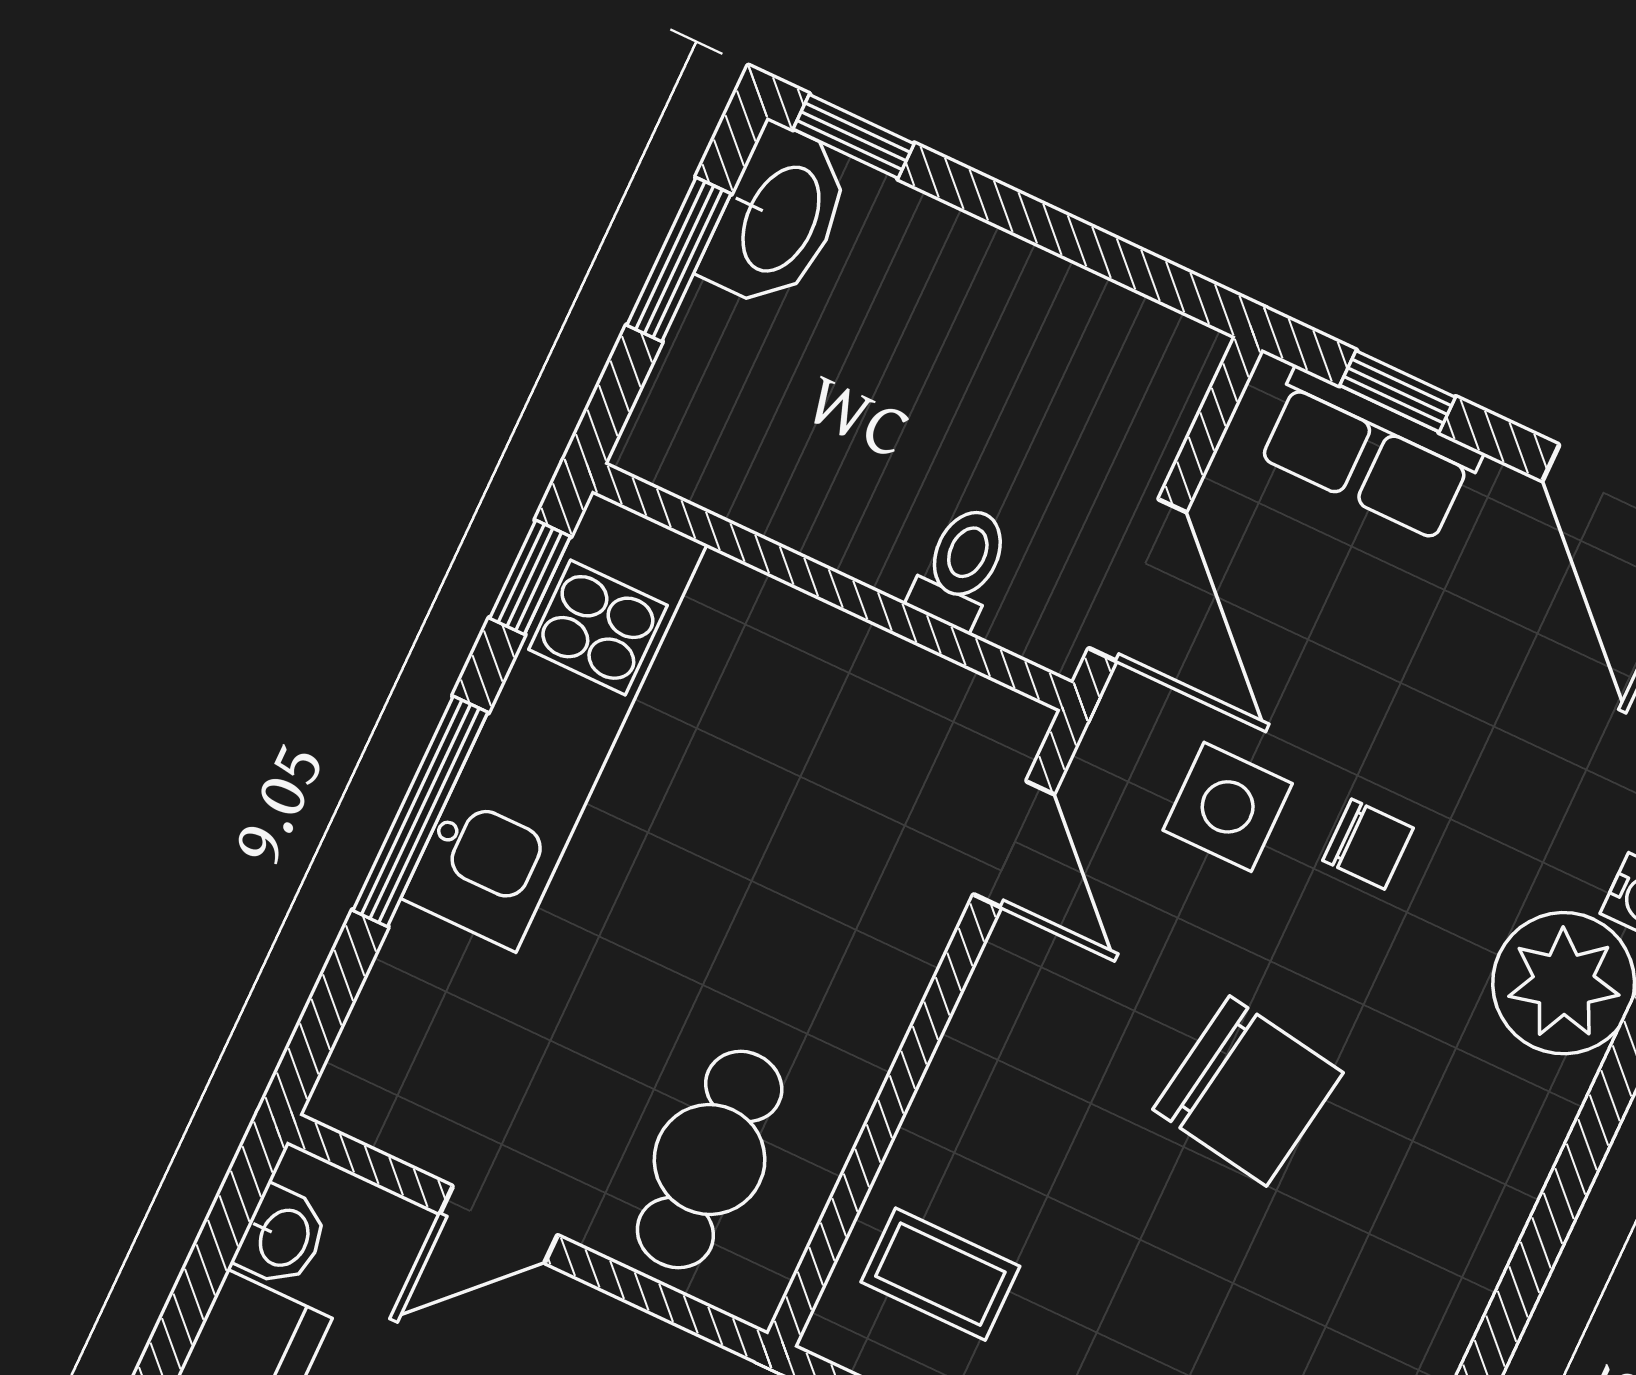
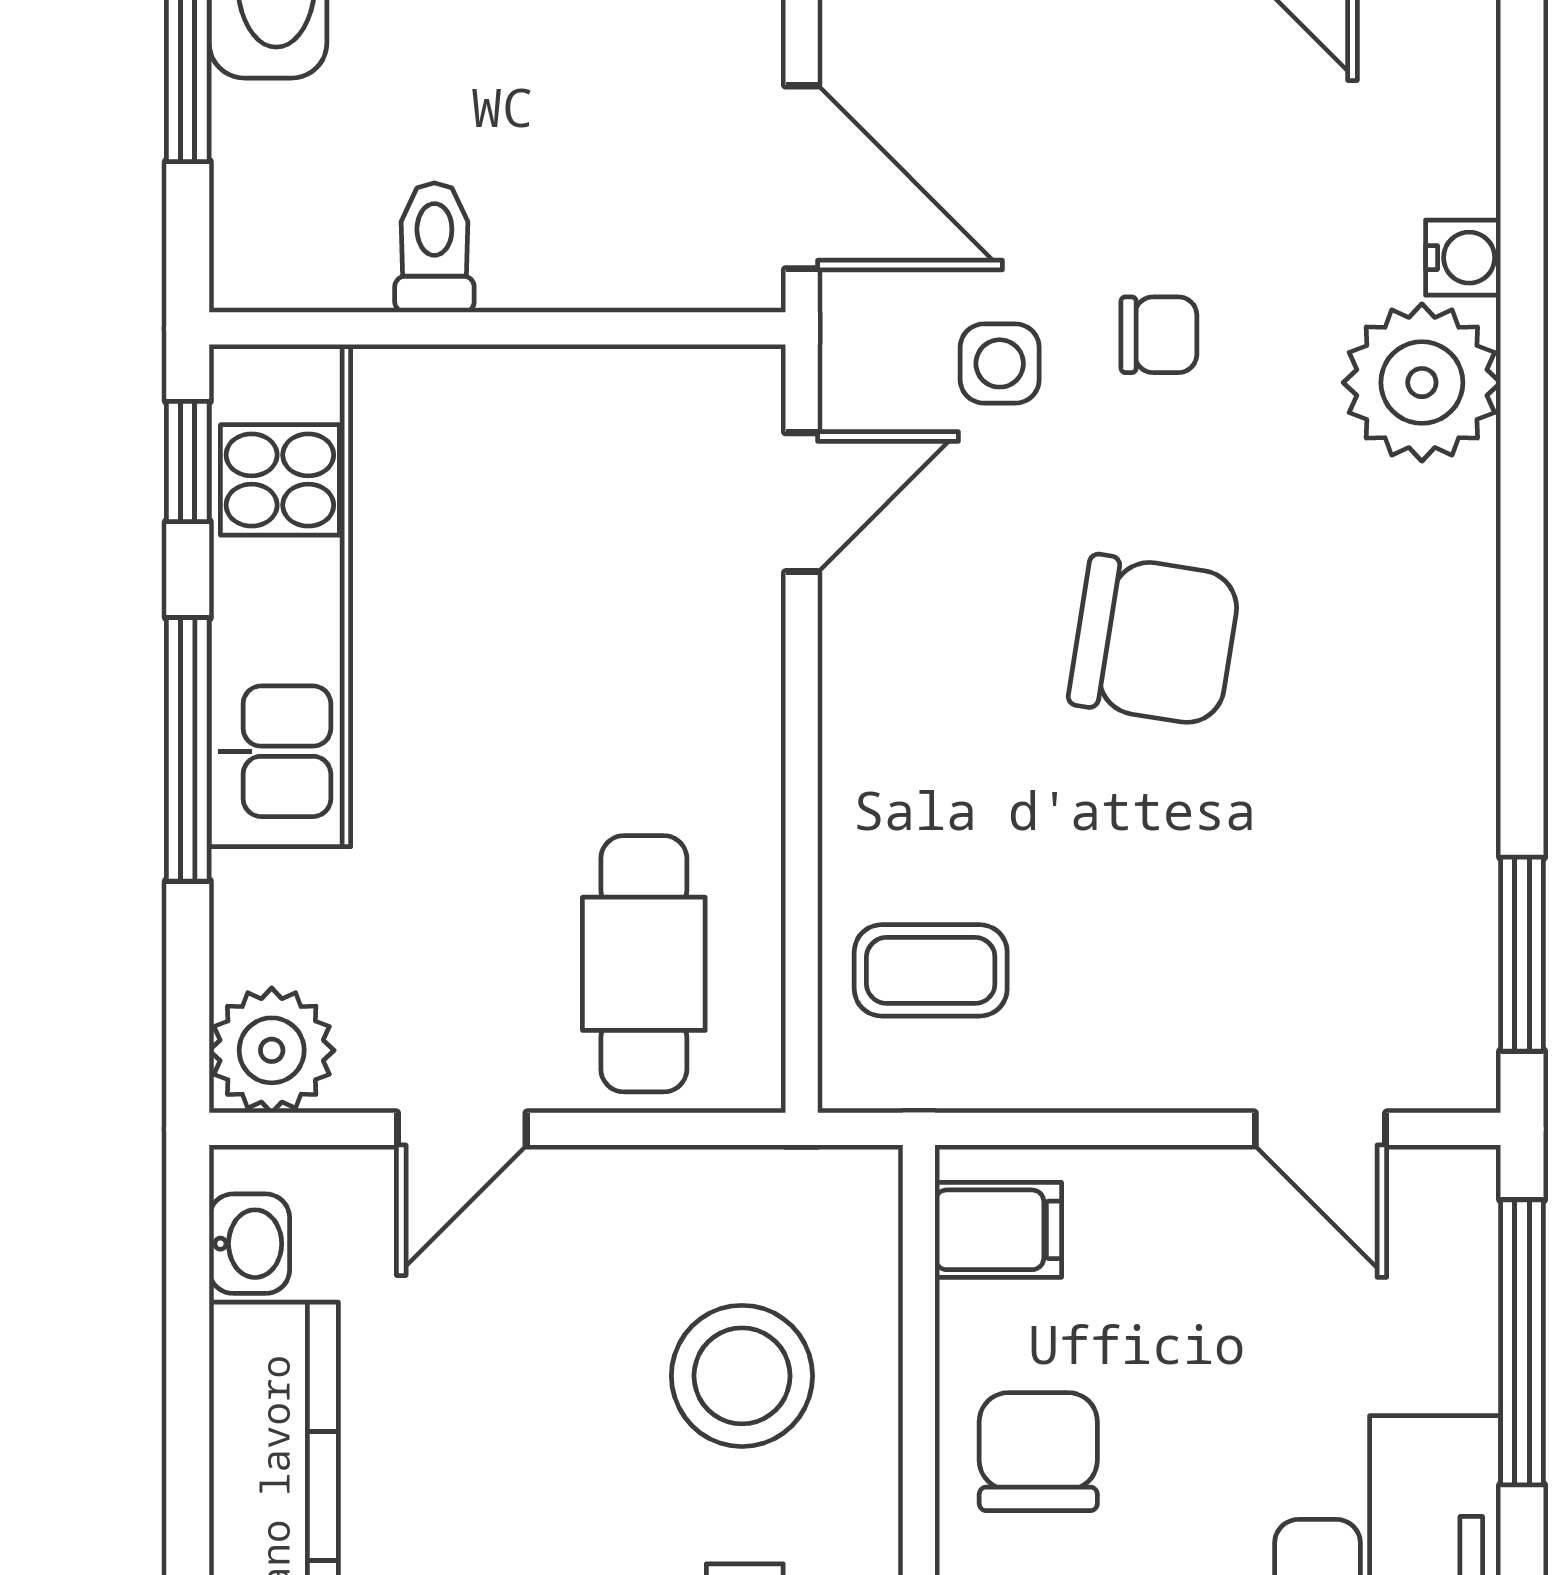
toilet: (961, 567) -> (434, 248), moved
side table: (1228, 807) -> (1000, 363), width x0.73, depth x0.73
door: (1014, 844) -> (802, 502), hinge flipped
plant: (374, 1088) -> (272, 1050), added

